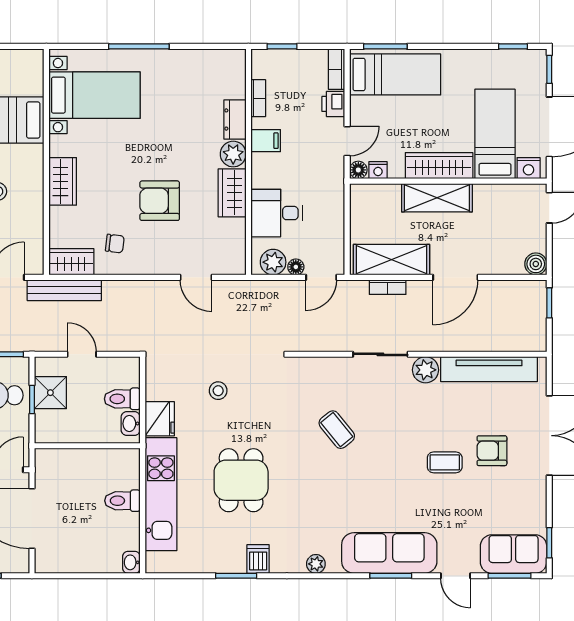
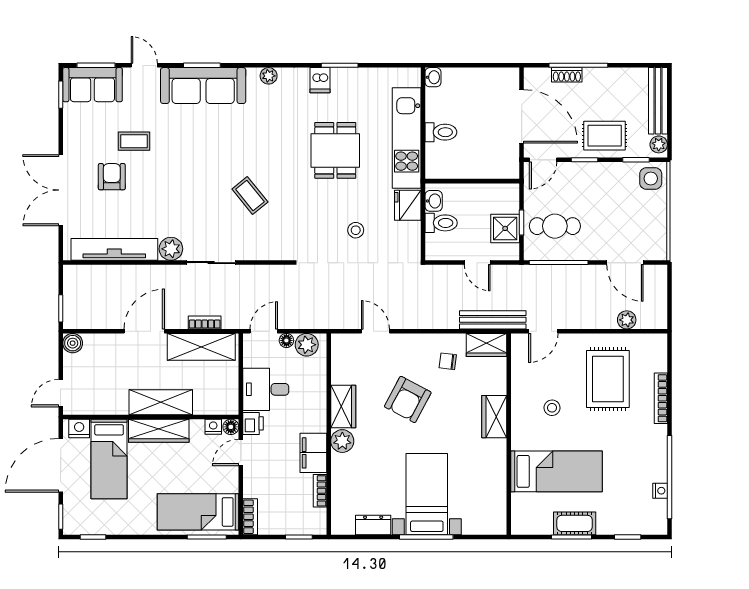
bed with nightstands: (94, 95) -> (427, 494), moved, turned 90
printer: (333, 104) -> (253, 423), moved
dresser: (235, 120) -> (373, 525), moved, turned -90
filing cabinet: (266, 141) -> (313, 453), width x2.00
armchair: (160, 201) -> (408, 399), turned 118
desk: (277, 213) -> (266, 389), moved, turned 180
armchair: (492, 451) -> (112, 177), turned -90
coffee table: (445, 462) -> (134, 141), moved

